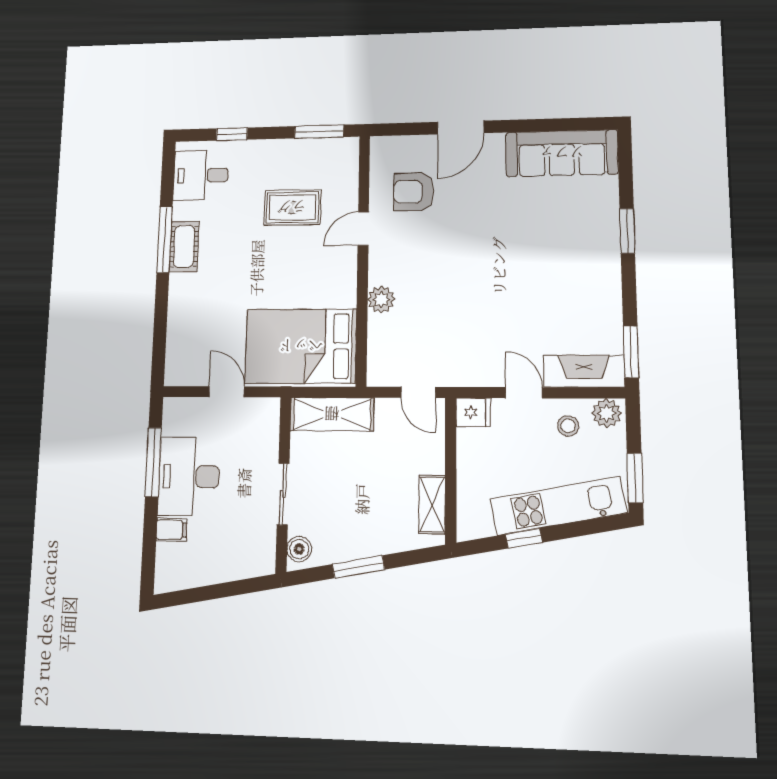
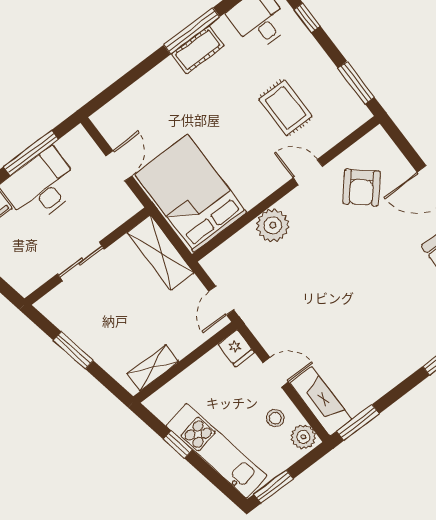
armchair: (413, 192) -> (362, 187), turned -139
plant: (381, 299) -> (273, 225), width x1.36, depth x1.36
door: (524, 393) -> (276, 372), hinge flipped
boiler: (299, 549) -> (53, 302), removed

